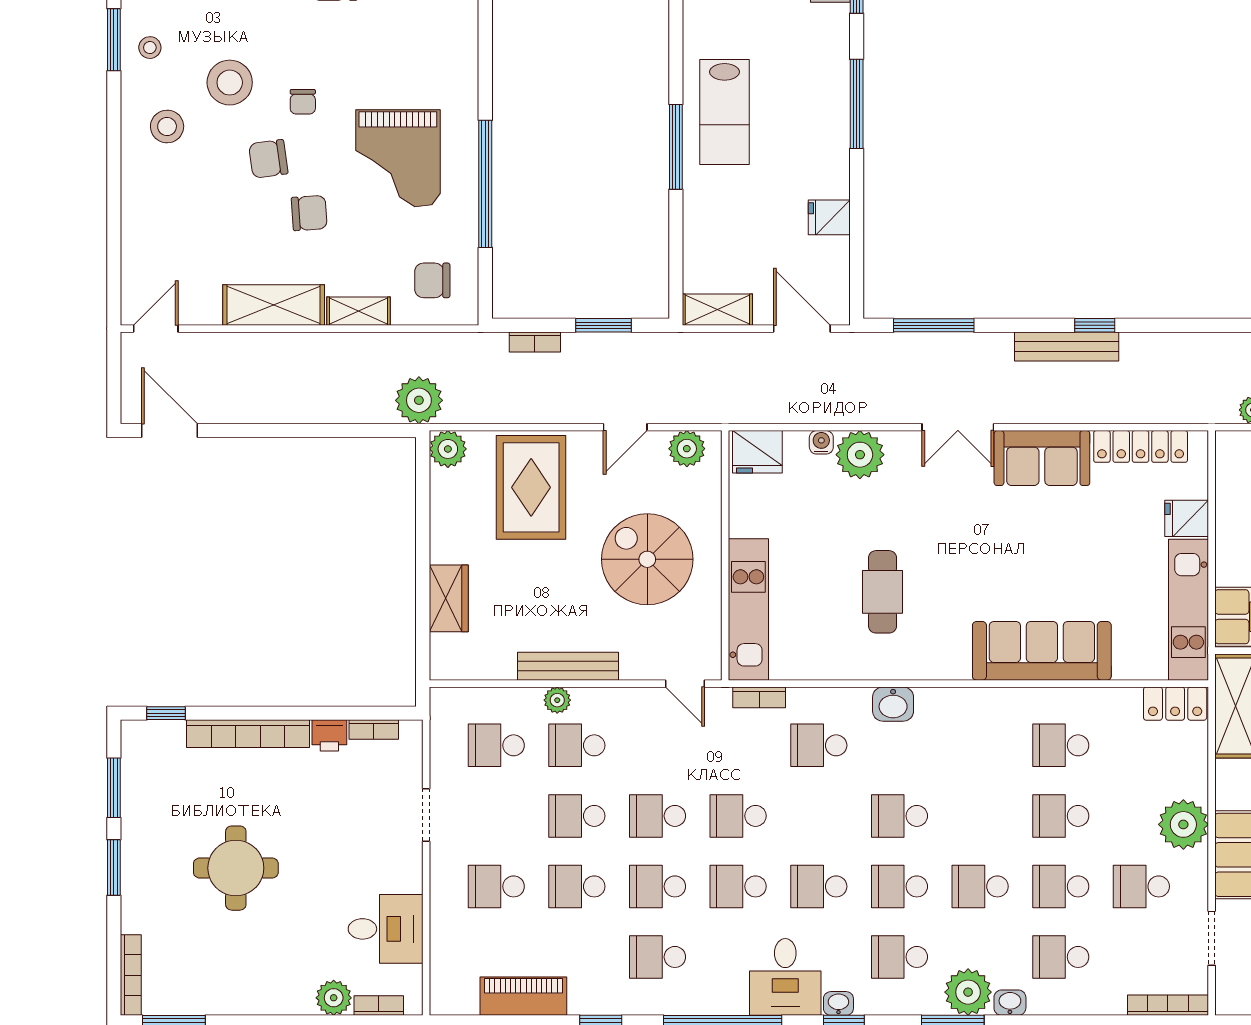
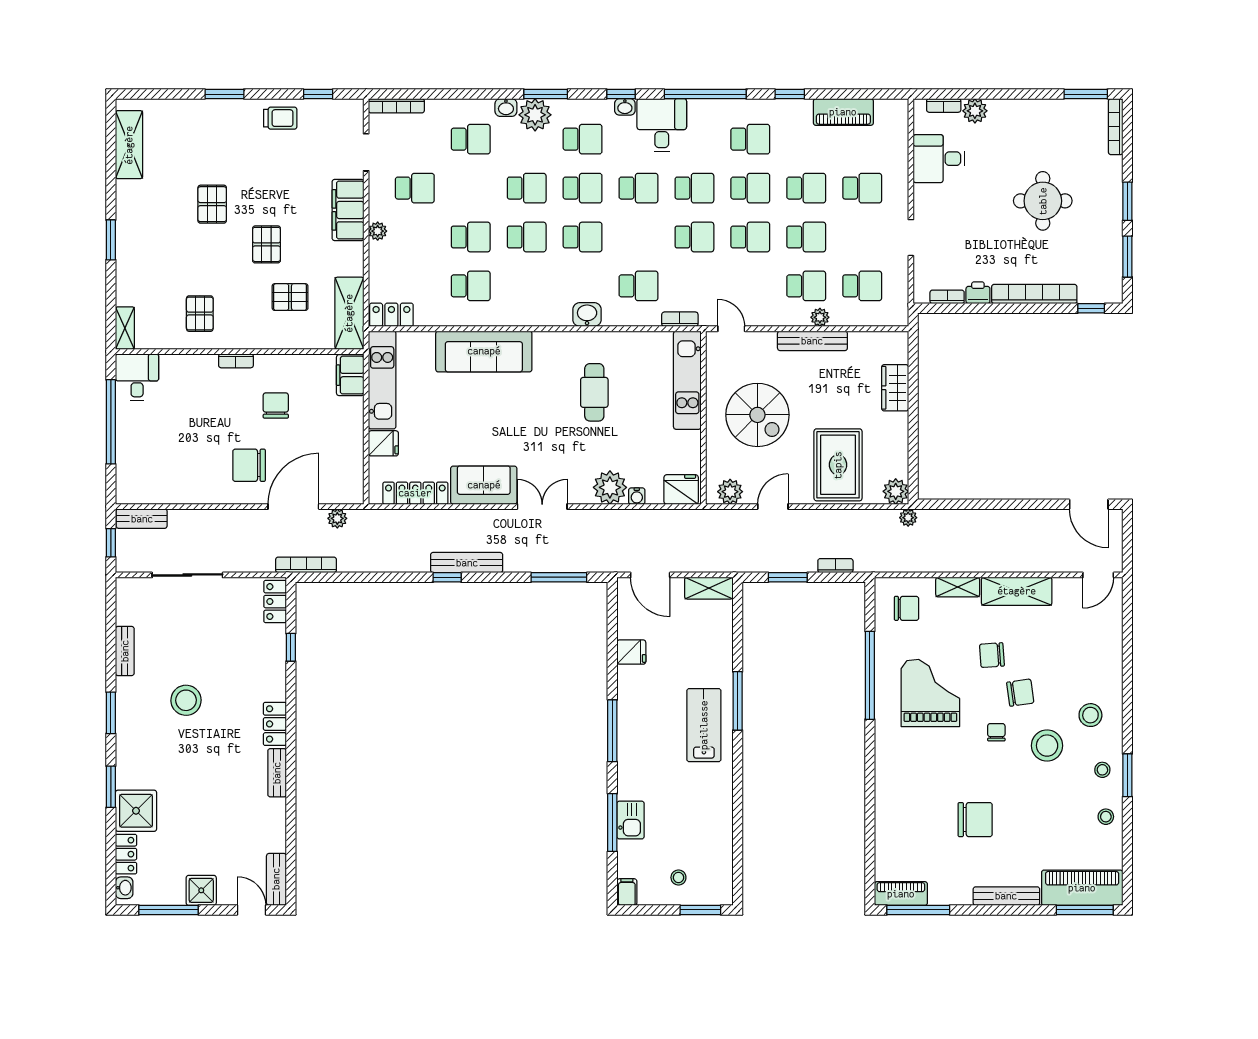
plant: (419, 400) -> (908, 518), width x0.53, depth x0.53
plant: (1183, 824) -> (378, 231), width x0.53, depth x0.53
school desk: (1061, 886) -> (527, 237), moved

